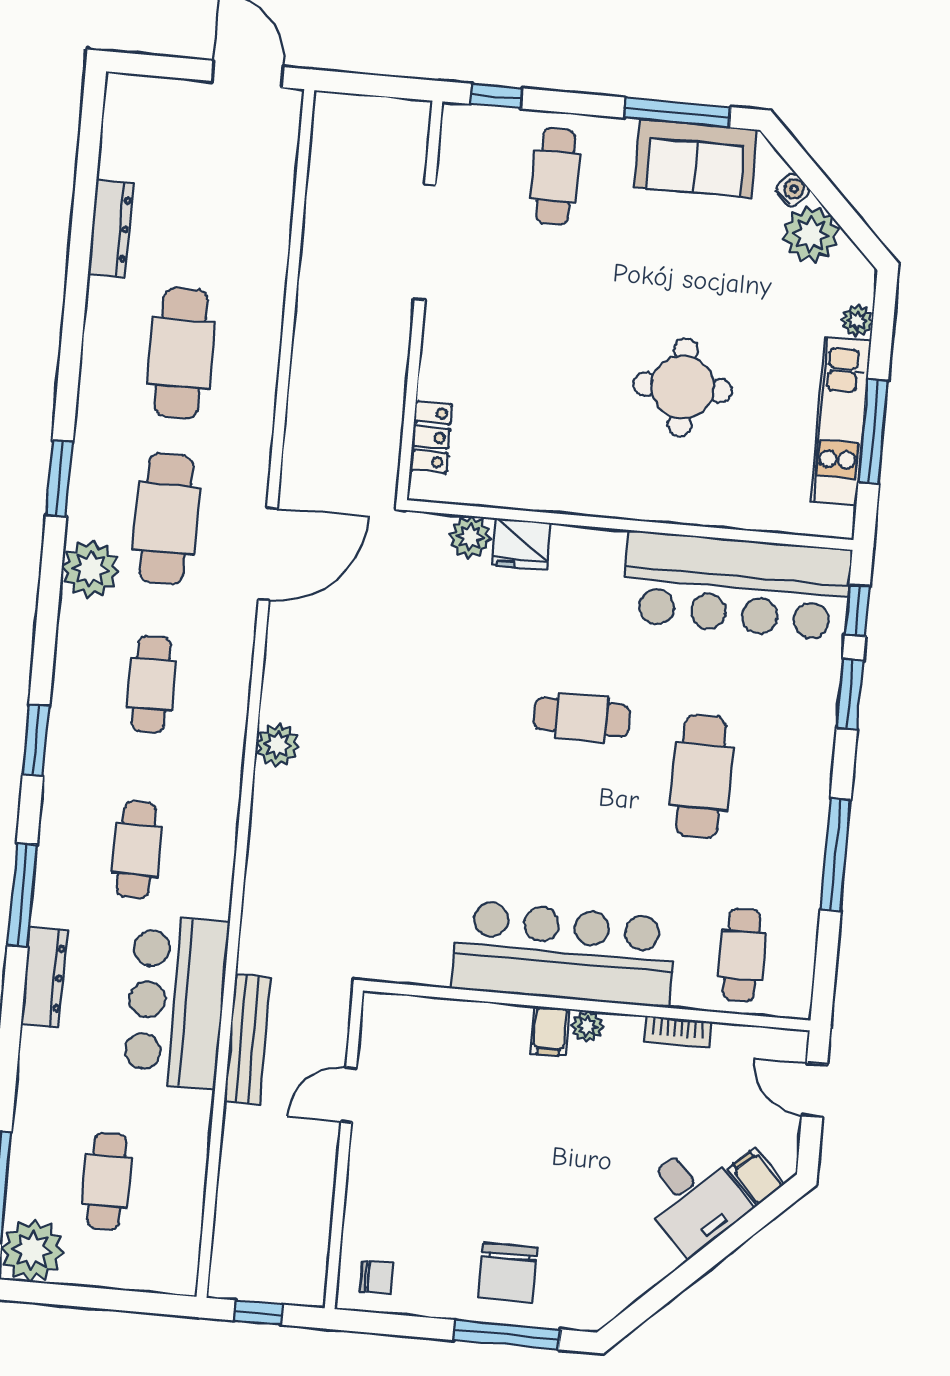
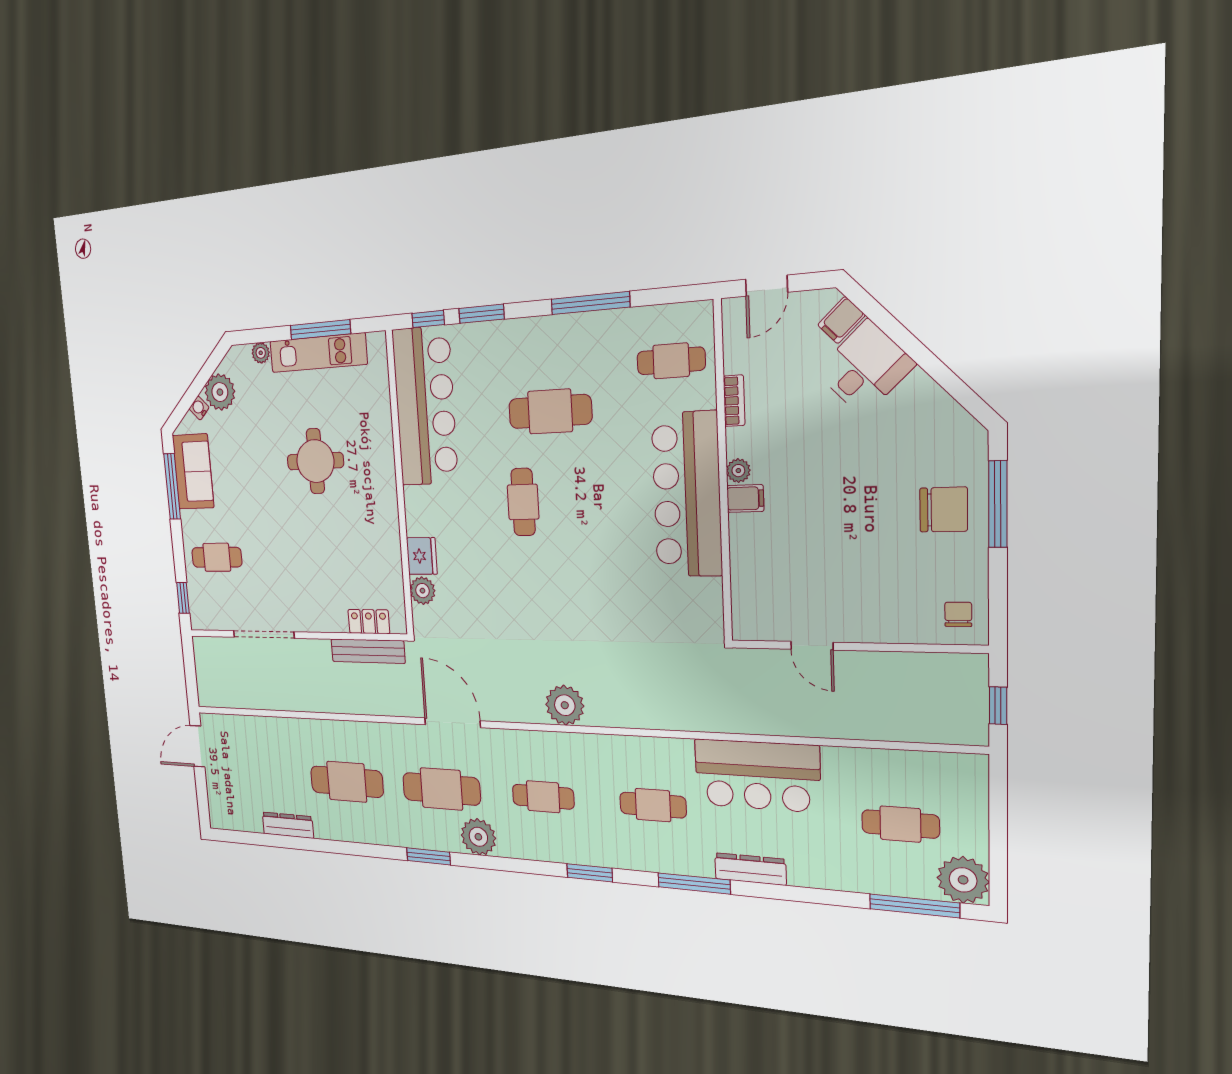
plant: (277, 745) -> (565, 705), width x1.36, depth x1.36
bench: (247, 1039) -> (368, 651), moved

